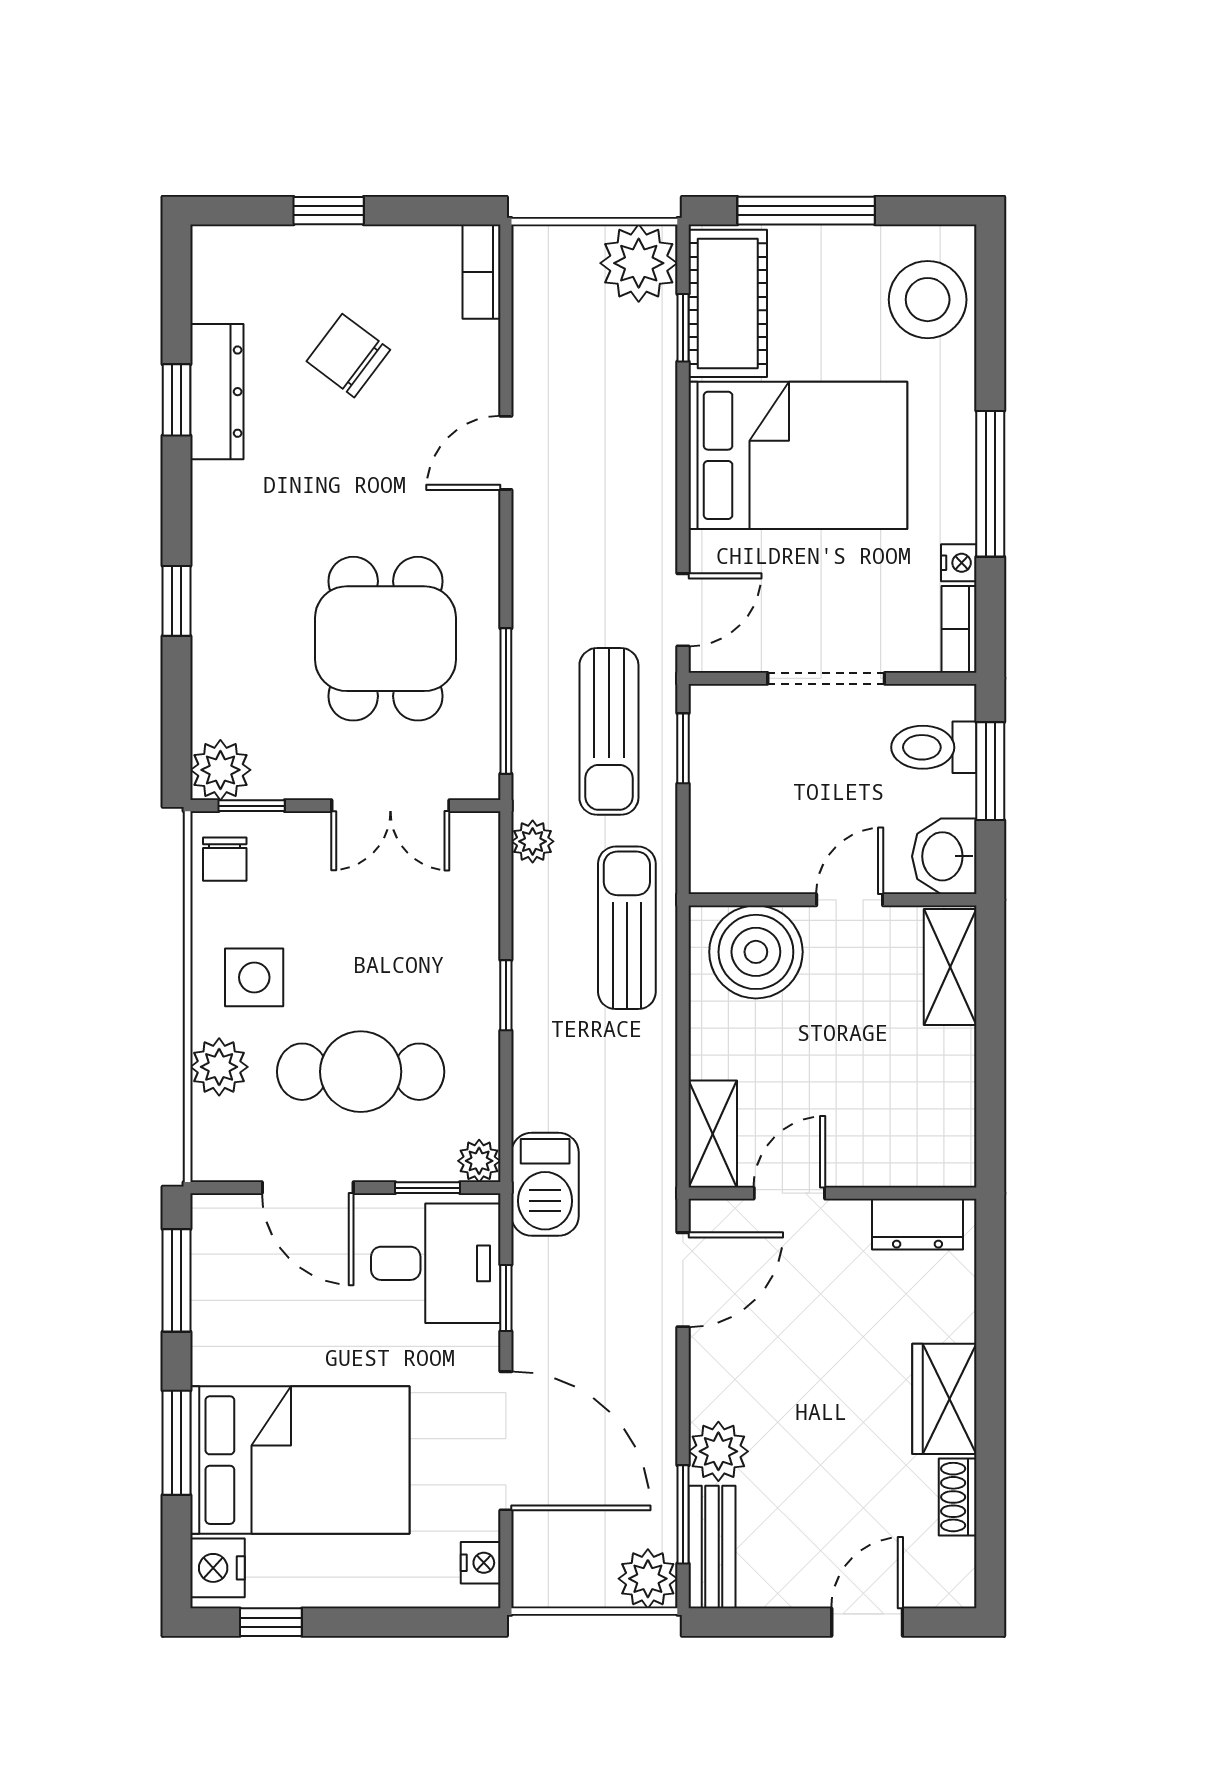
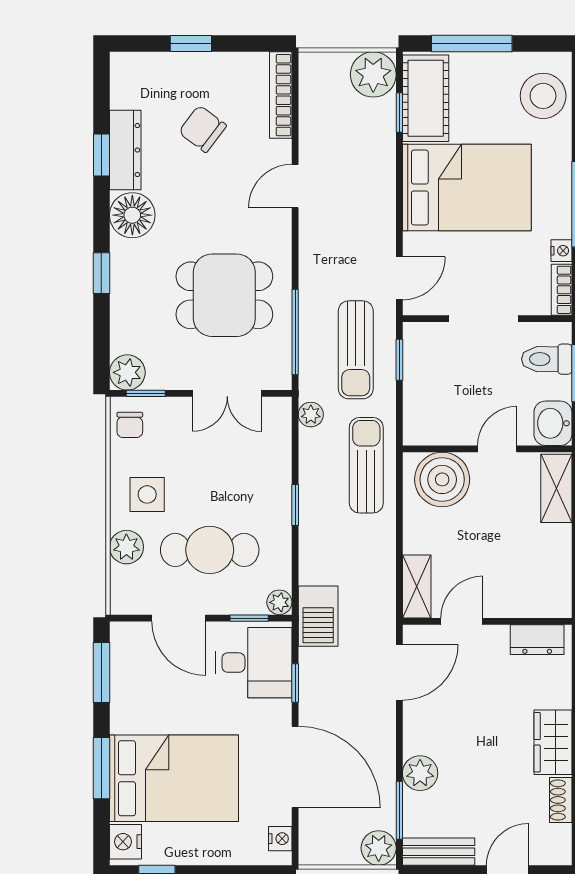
bookcase: (481, 272) -> (281, 95), width x1.56
floor lamp: (229, 502) -> (132, 215), added
dining table: (386, 639) -> (224, 295), turned 90
bench: (712, 1547) -> (439, 852), moved, turned 90

